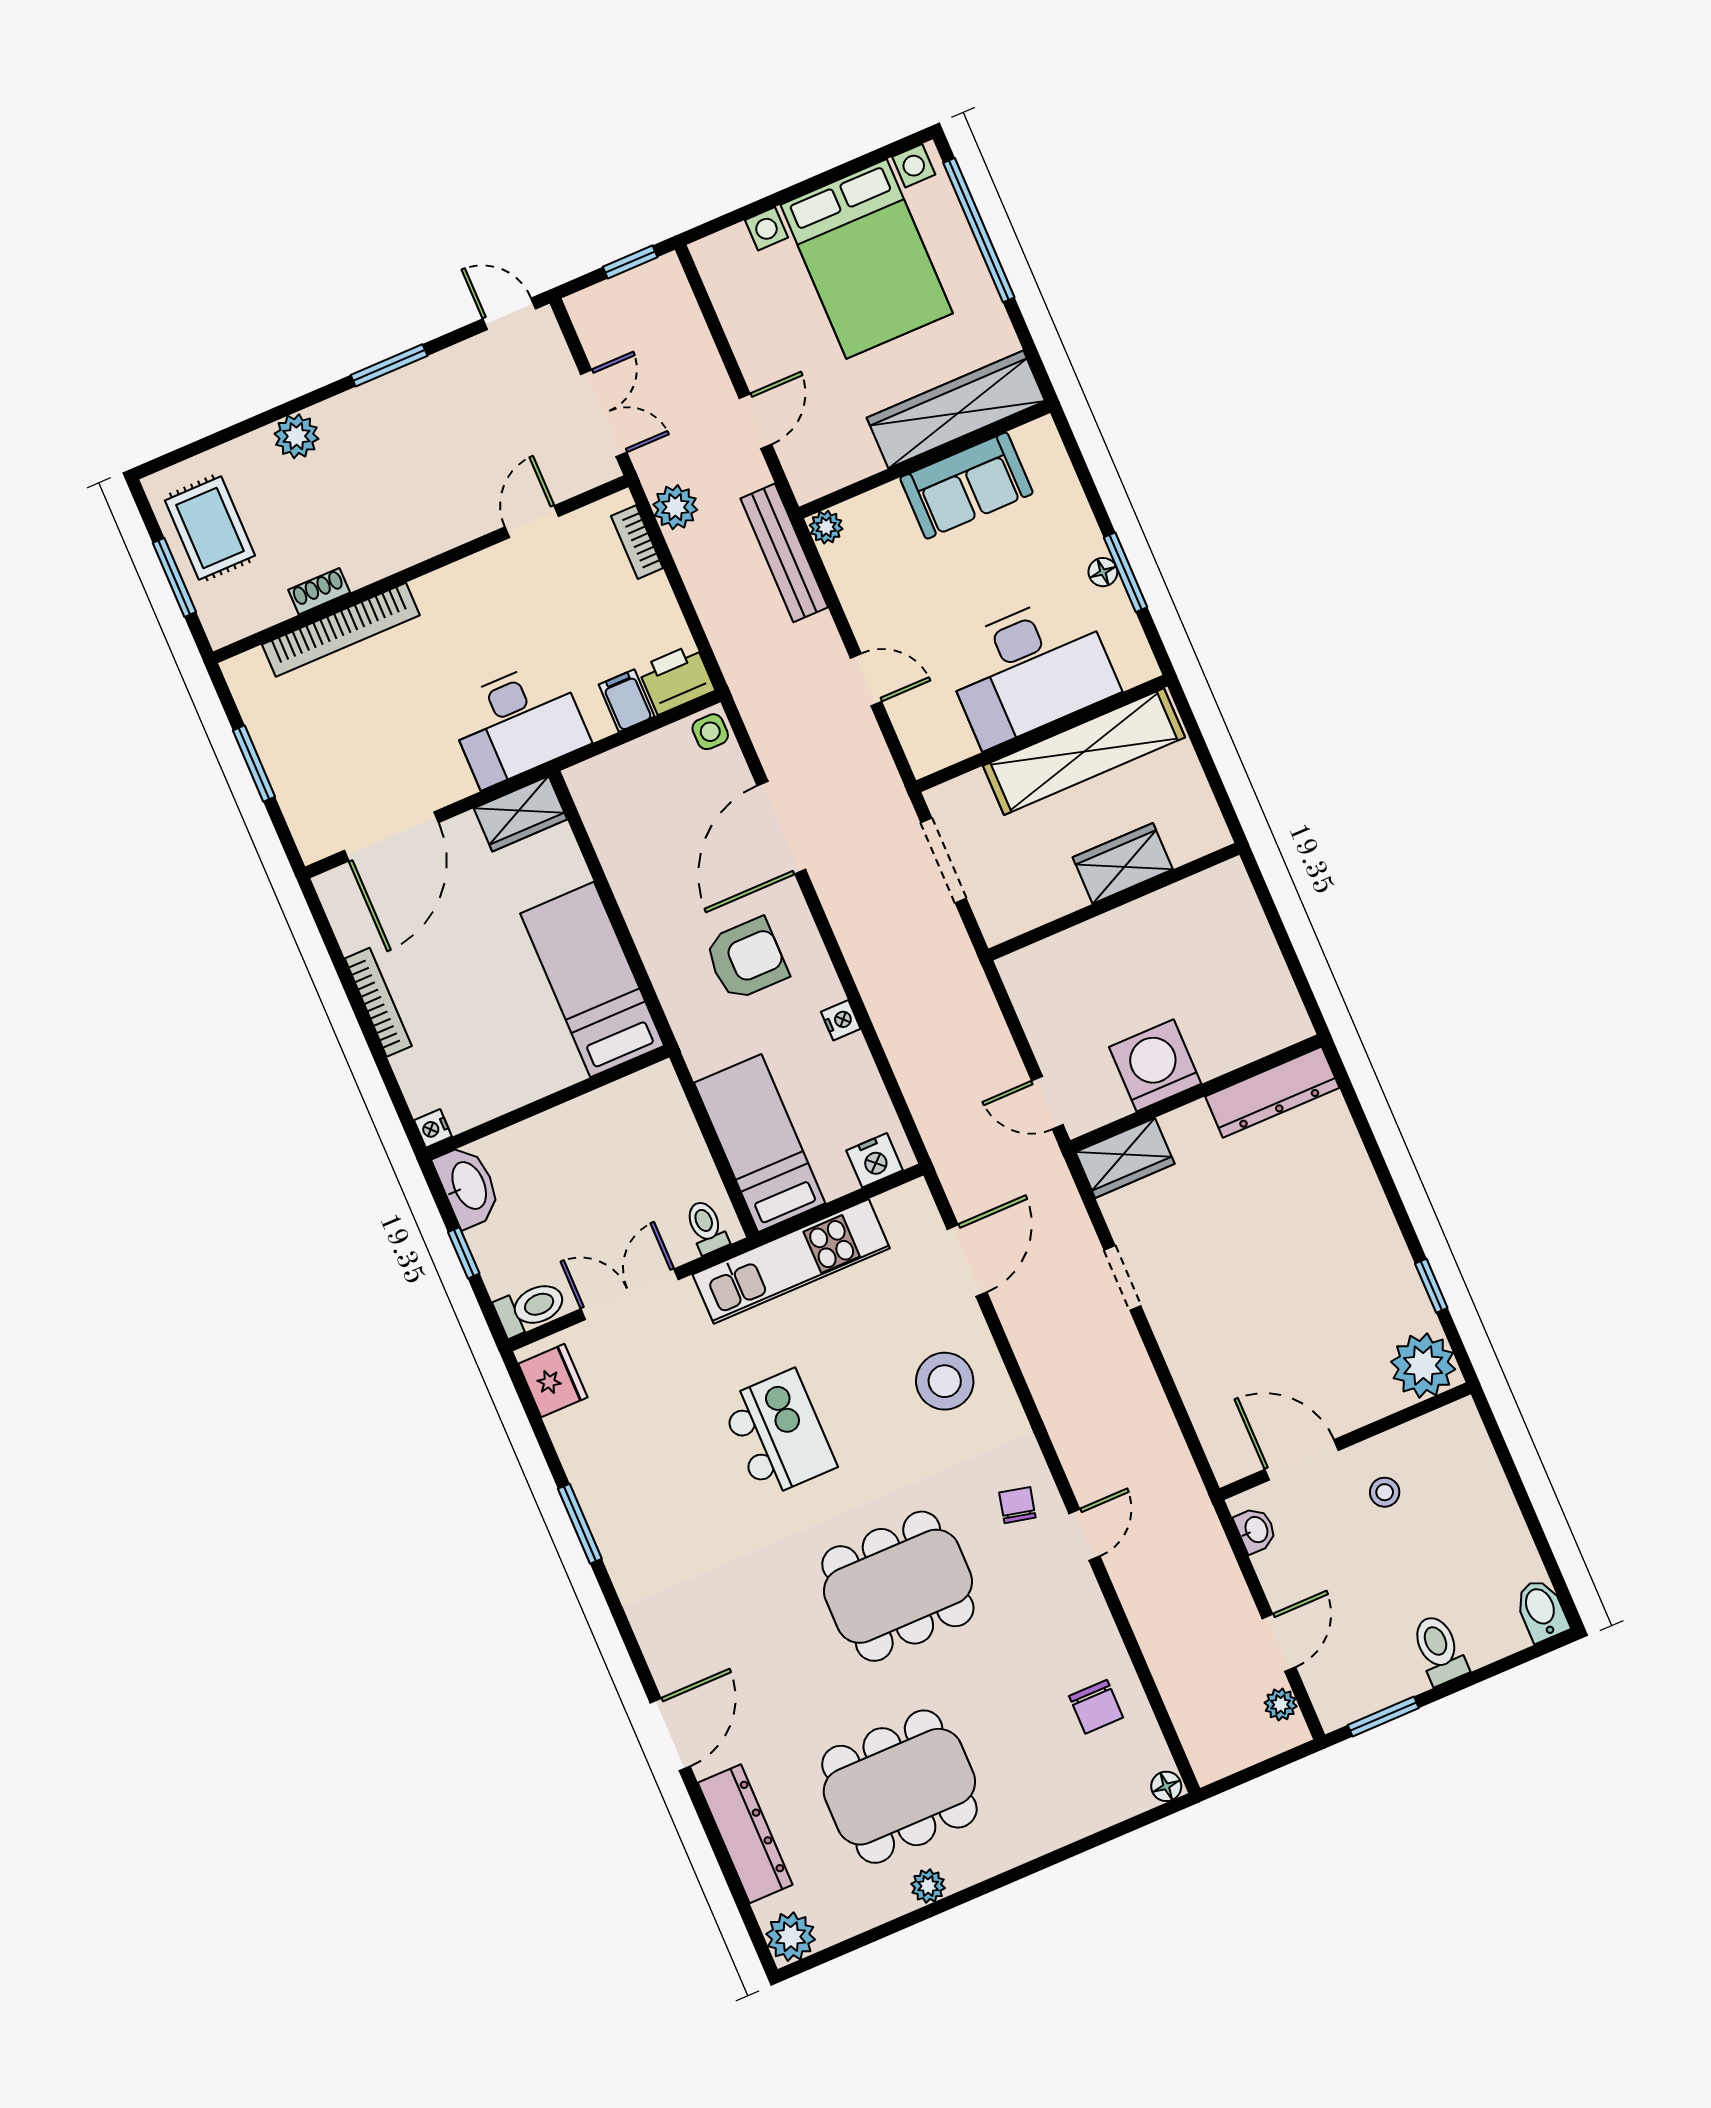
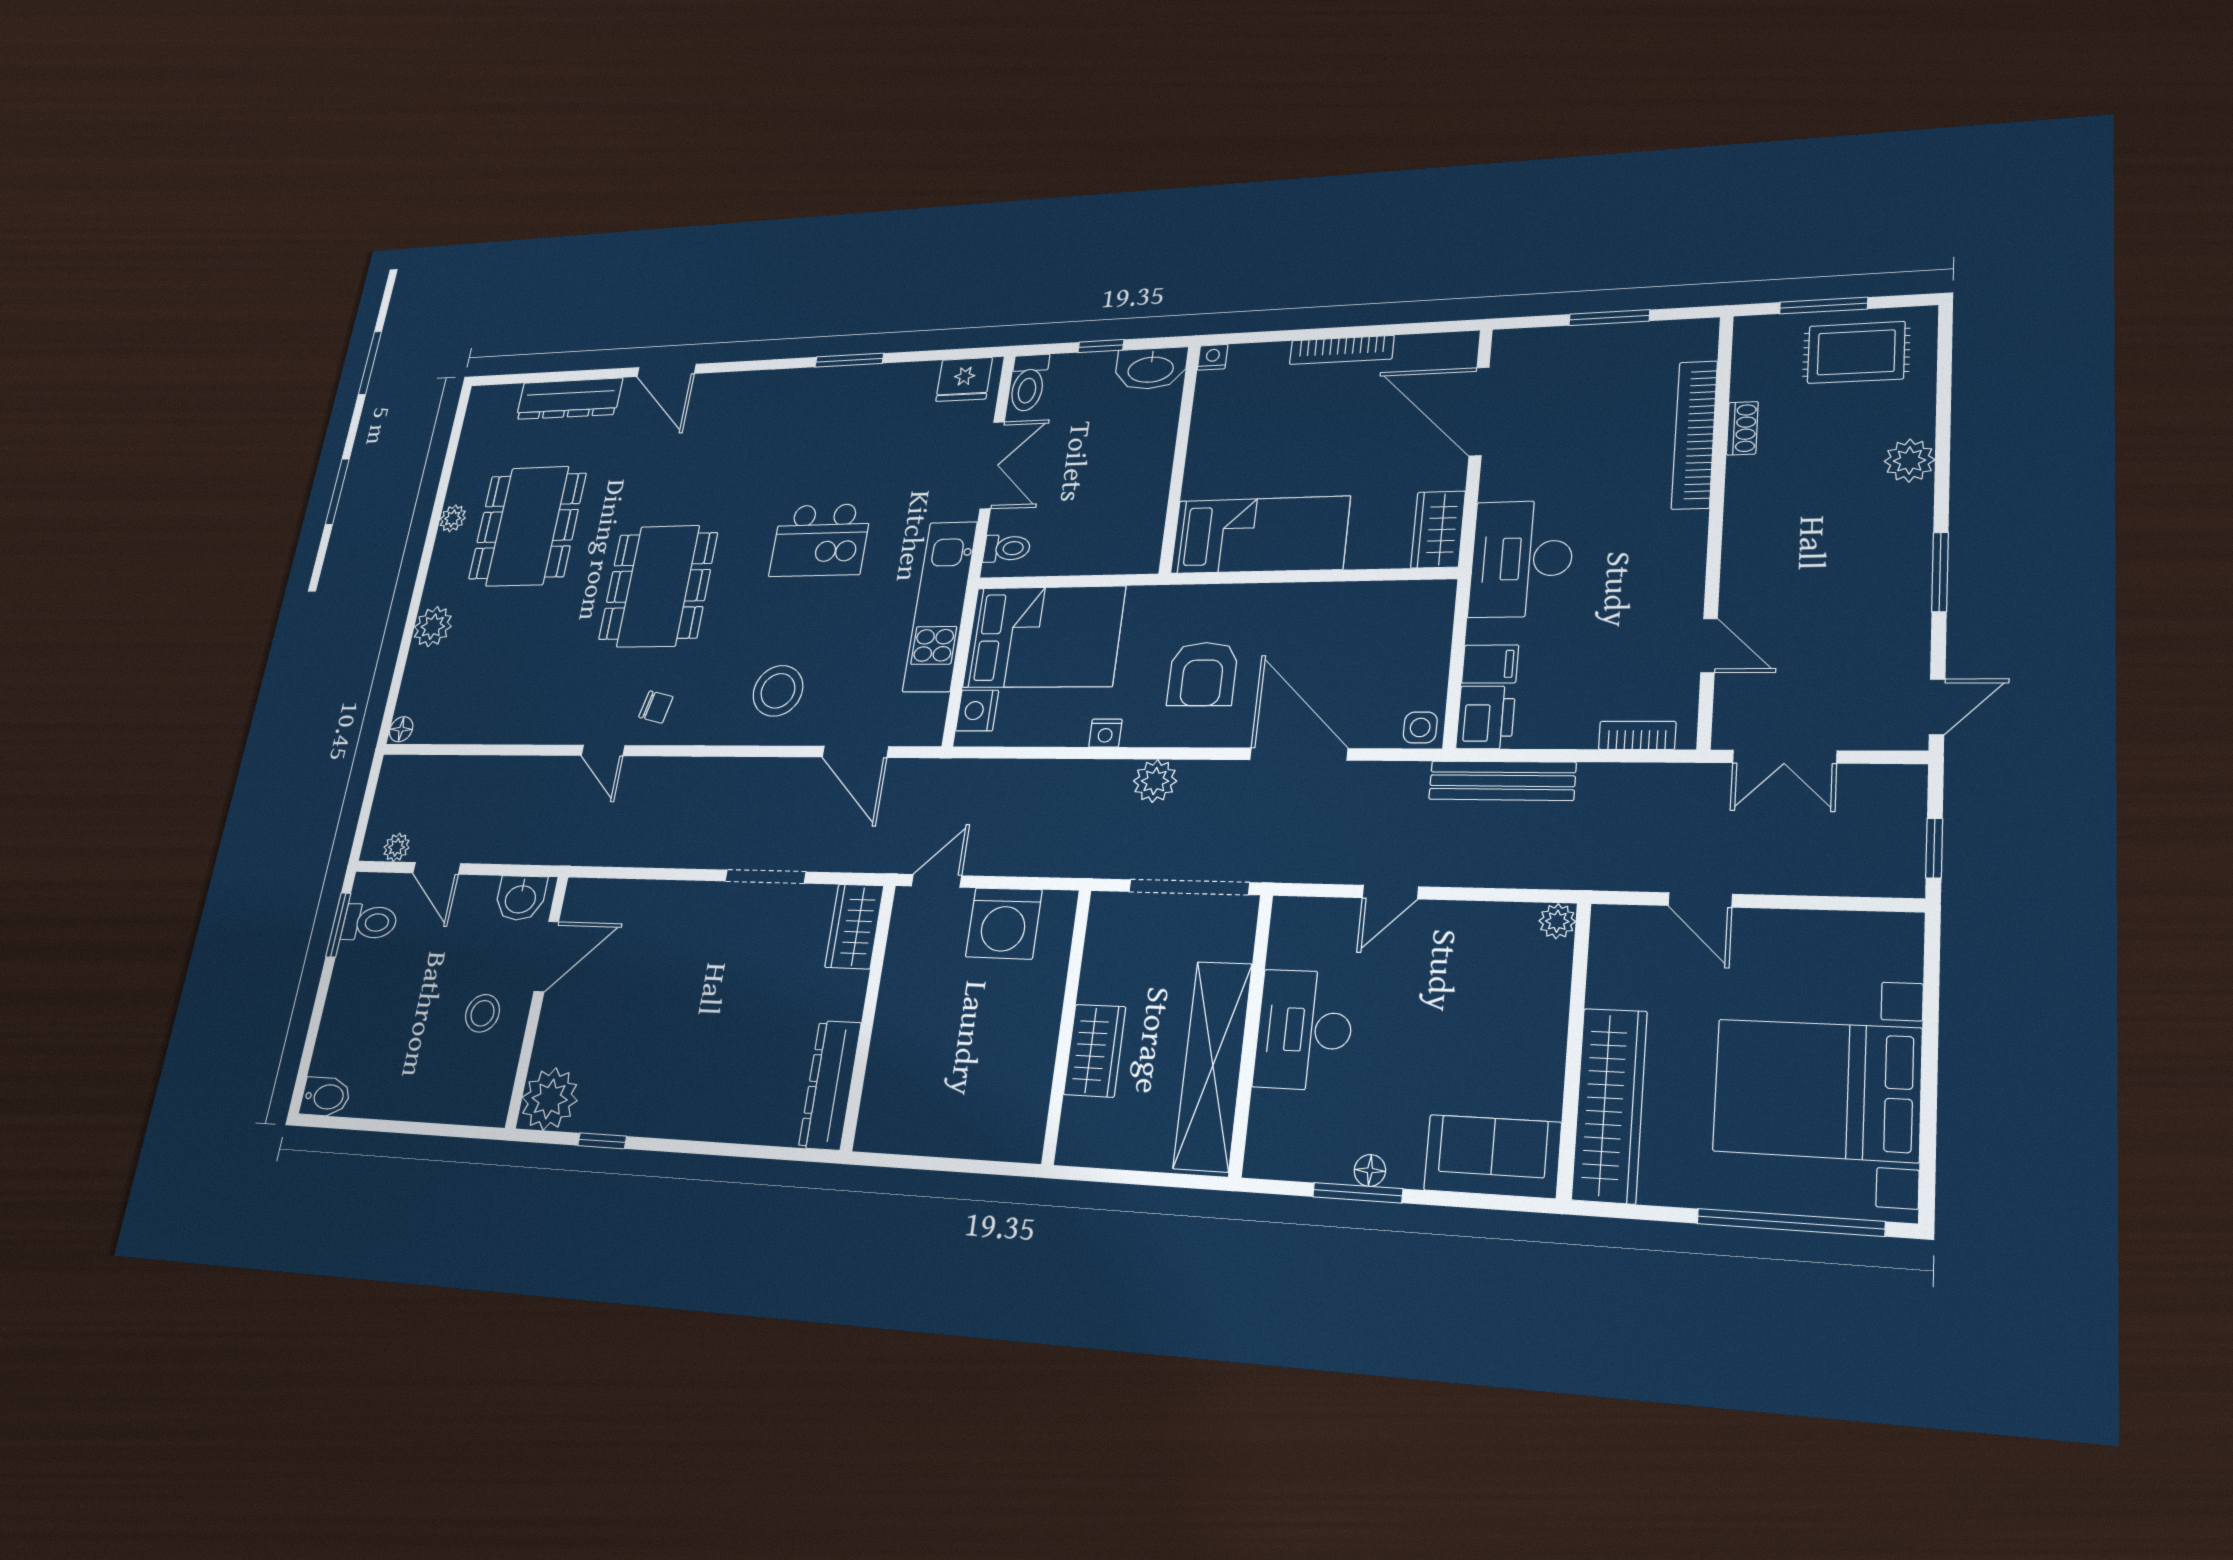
sofa: (966, 486) -> (1492, 1156), moved, turned 90
plant: (675, 507) -> (1155, 781), moved
bench: (784, 553) -> (1502, 781), moved
desk: (1030, 670) -> (1304, 1030), width x0.73, depth x0.77
doorway: (943, 860) -> (1189, 887), width x1.36
washing machine: (1155, 1065) -> (1004, 923), moved, turned 90
bed: (760, 1143) -> (1044, 637), width x1.50
doorway: (1122, 1278) -> (765, 877), width x1.38
stool: (1385, 1492) -> (483, 1013), width x1.37, depth x1.37
washbasin: (1256, 1530) -> (521, 898), width x1.38, depth x1.45
toilet: (1439, 1650) -> (370, 922), moved
chair: (1096, 1707) -> (485, 701), removed
plant: (791, 1937) -> (433, 627), moved

